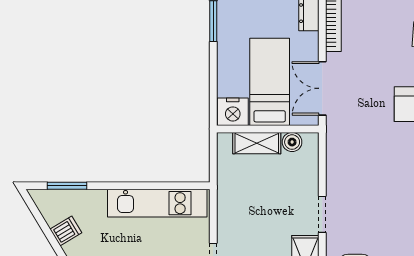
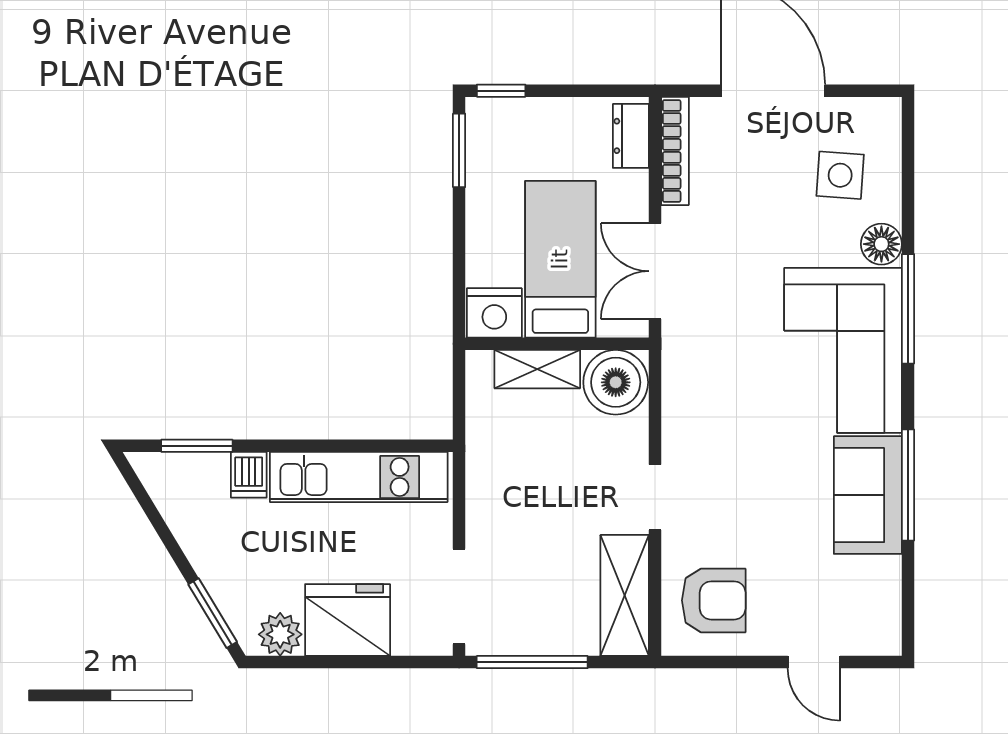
boiler: (292, 142) -> (616, 382), width x1.86, depth x1.86
dishwasher: (66, 231) -> (249, 475), moved, turned 121

